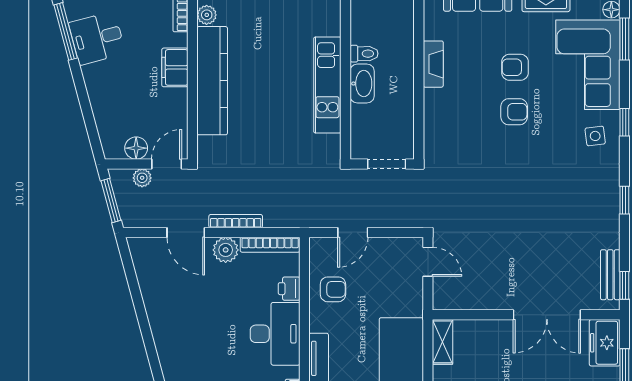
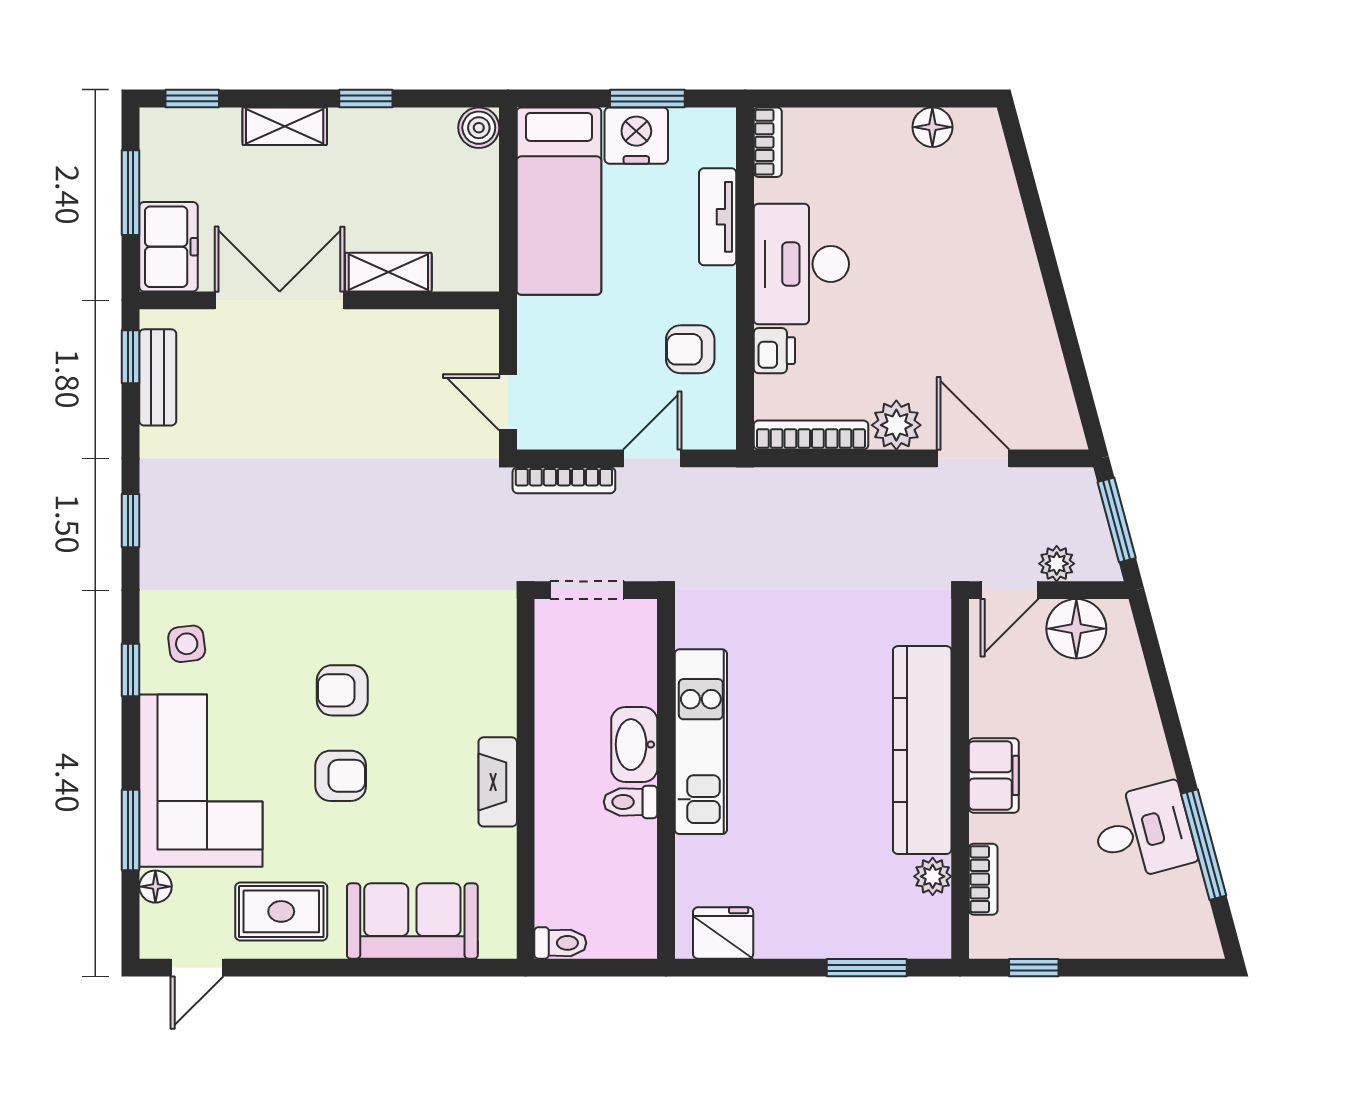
floor lamp: (136, 148) -> (1076, 629), width x1.38, depth x1.38
bookcase: (236, 221) -> (564, 480), moved
shelving: (443, 342) -> (388, 272), moved, turned 90

